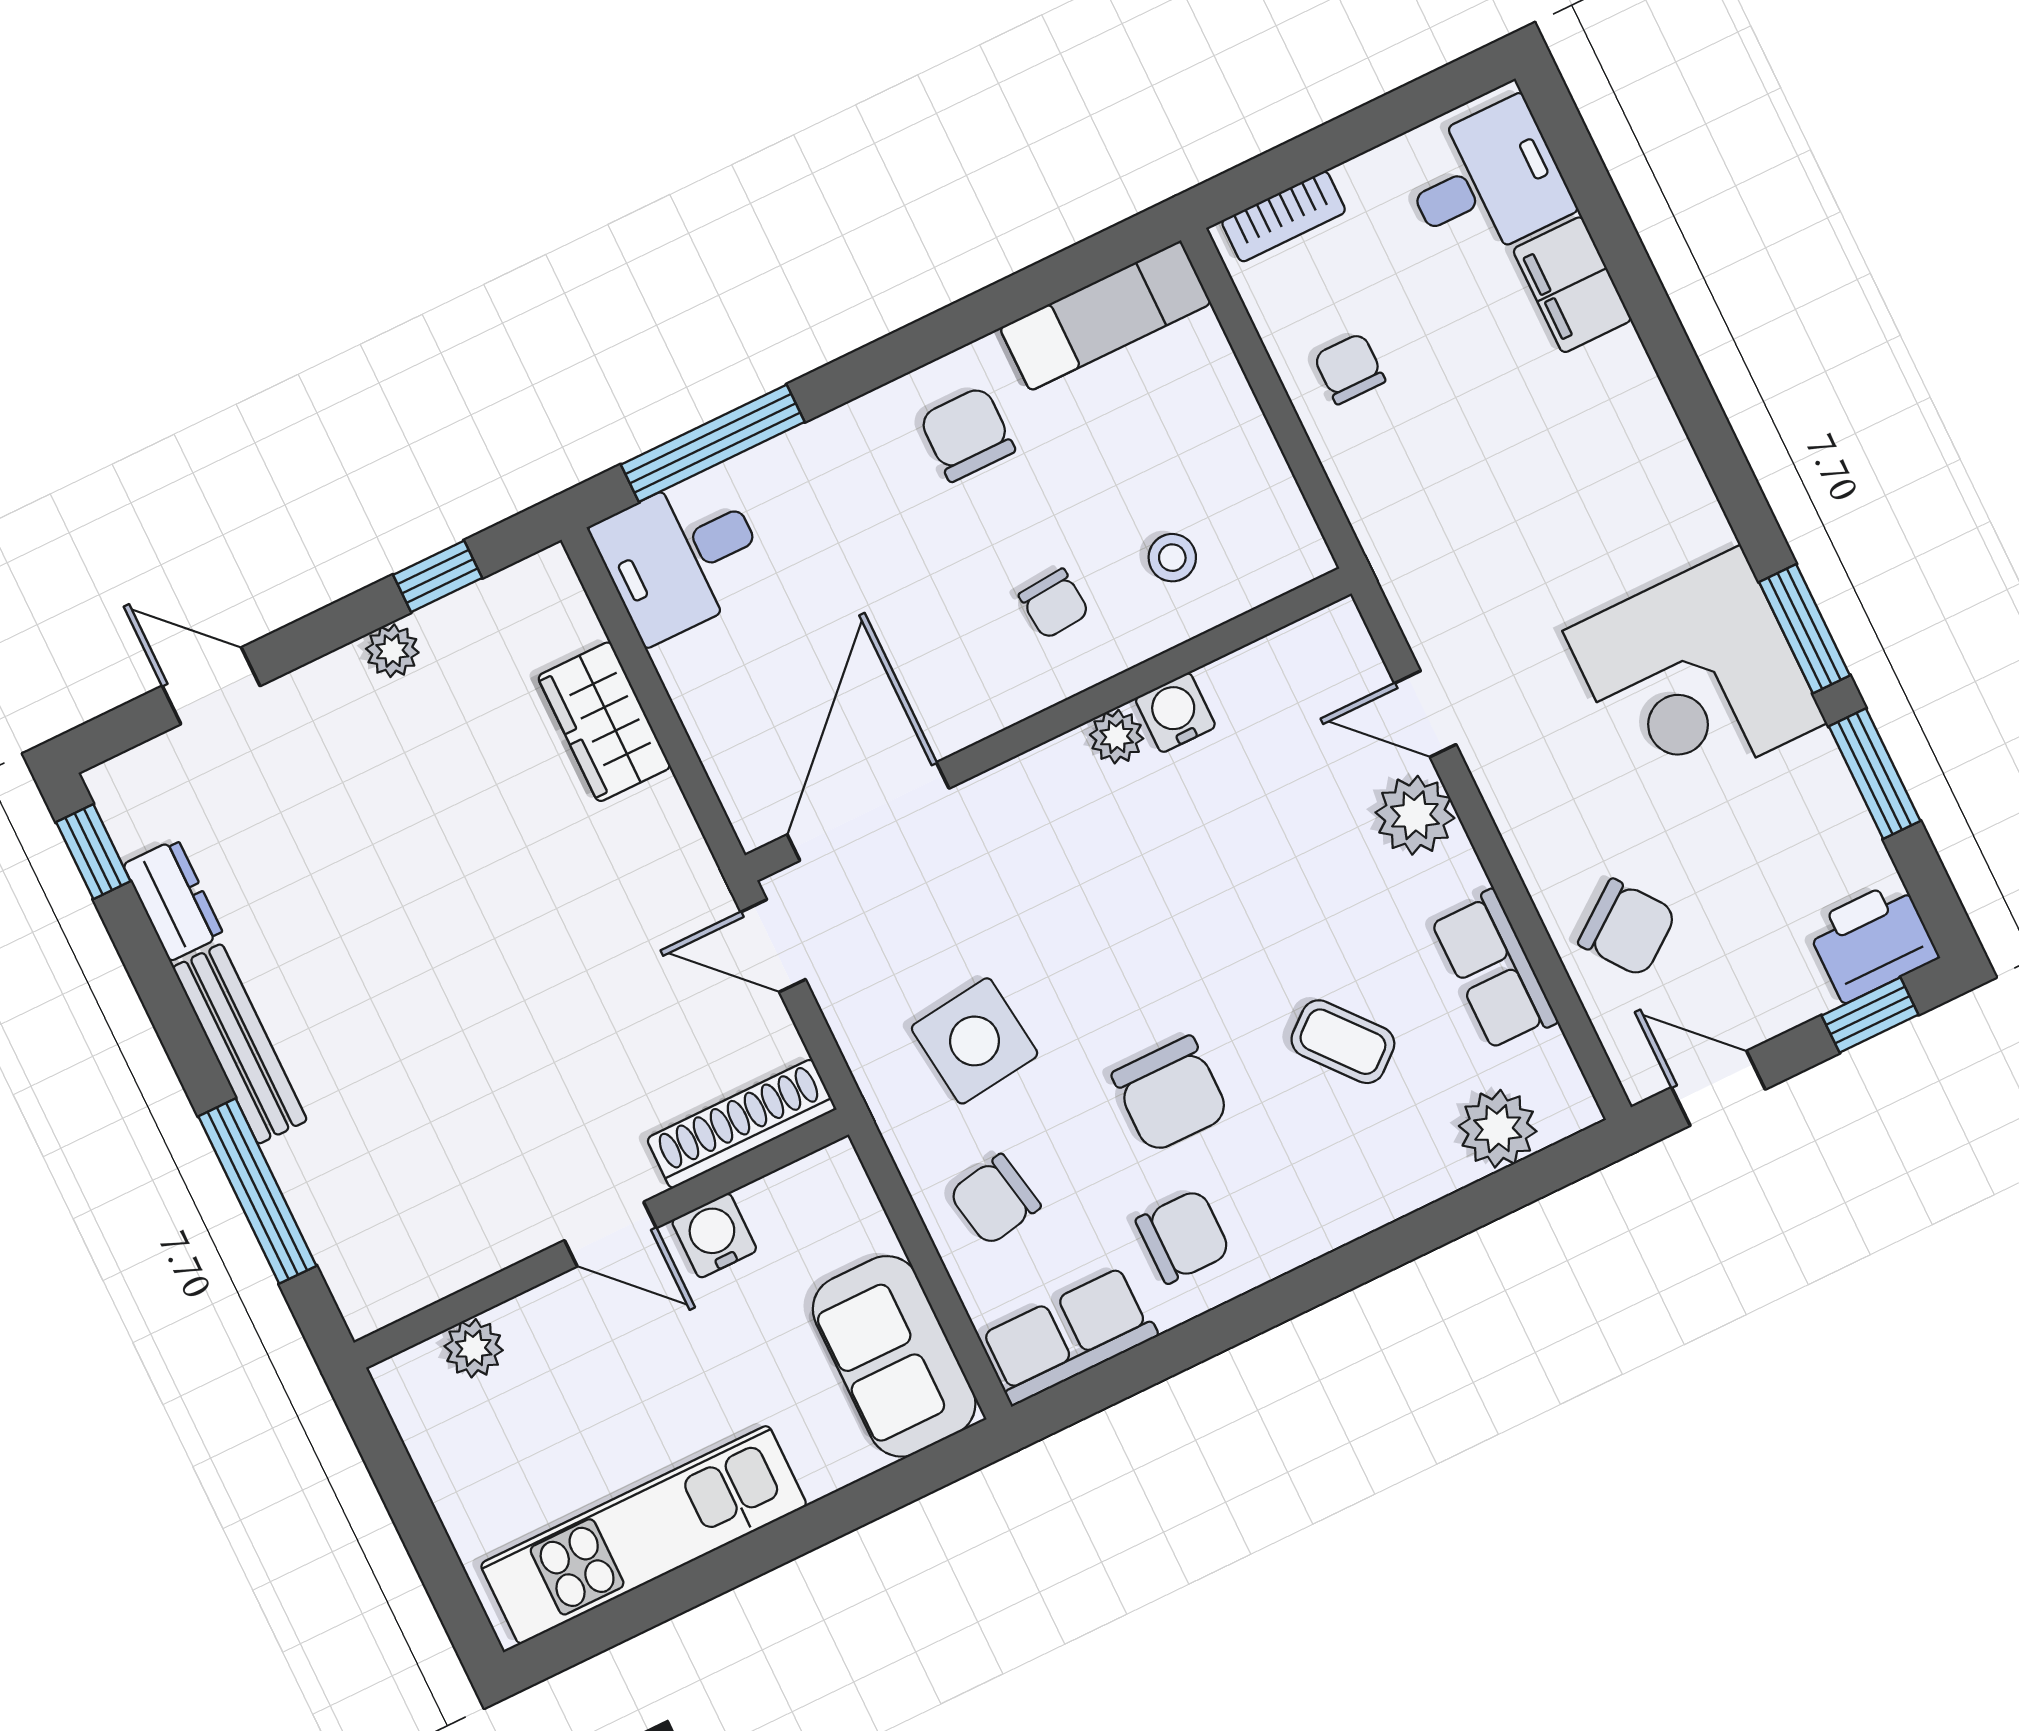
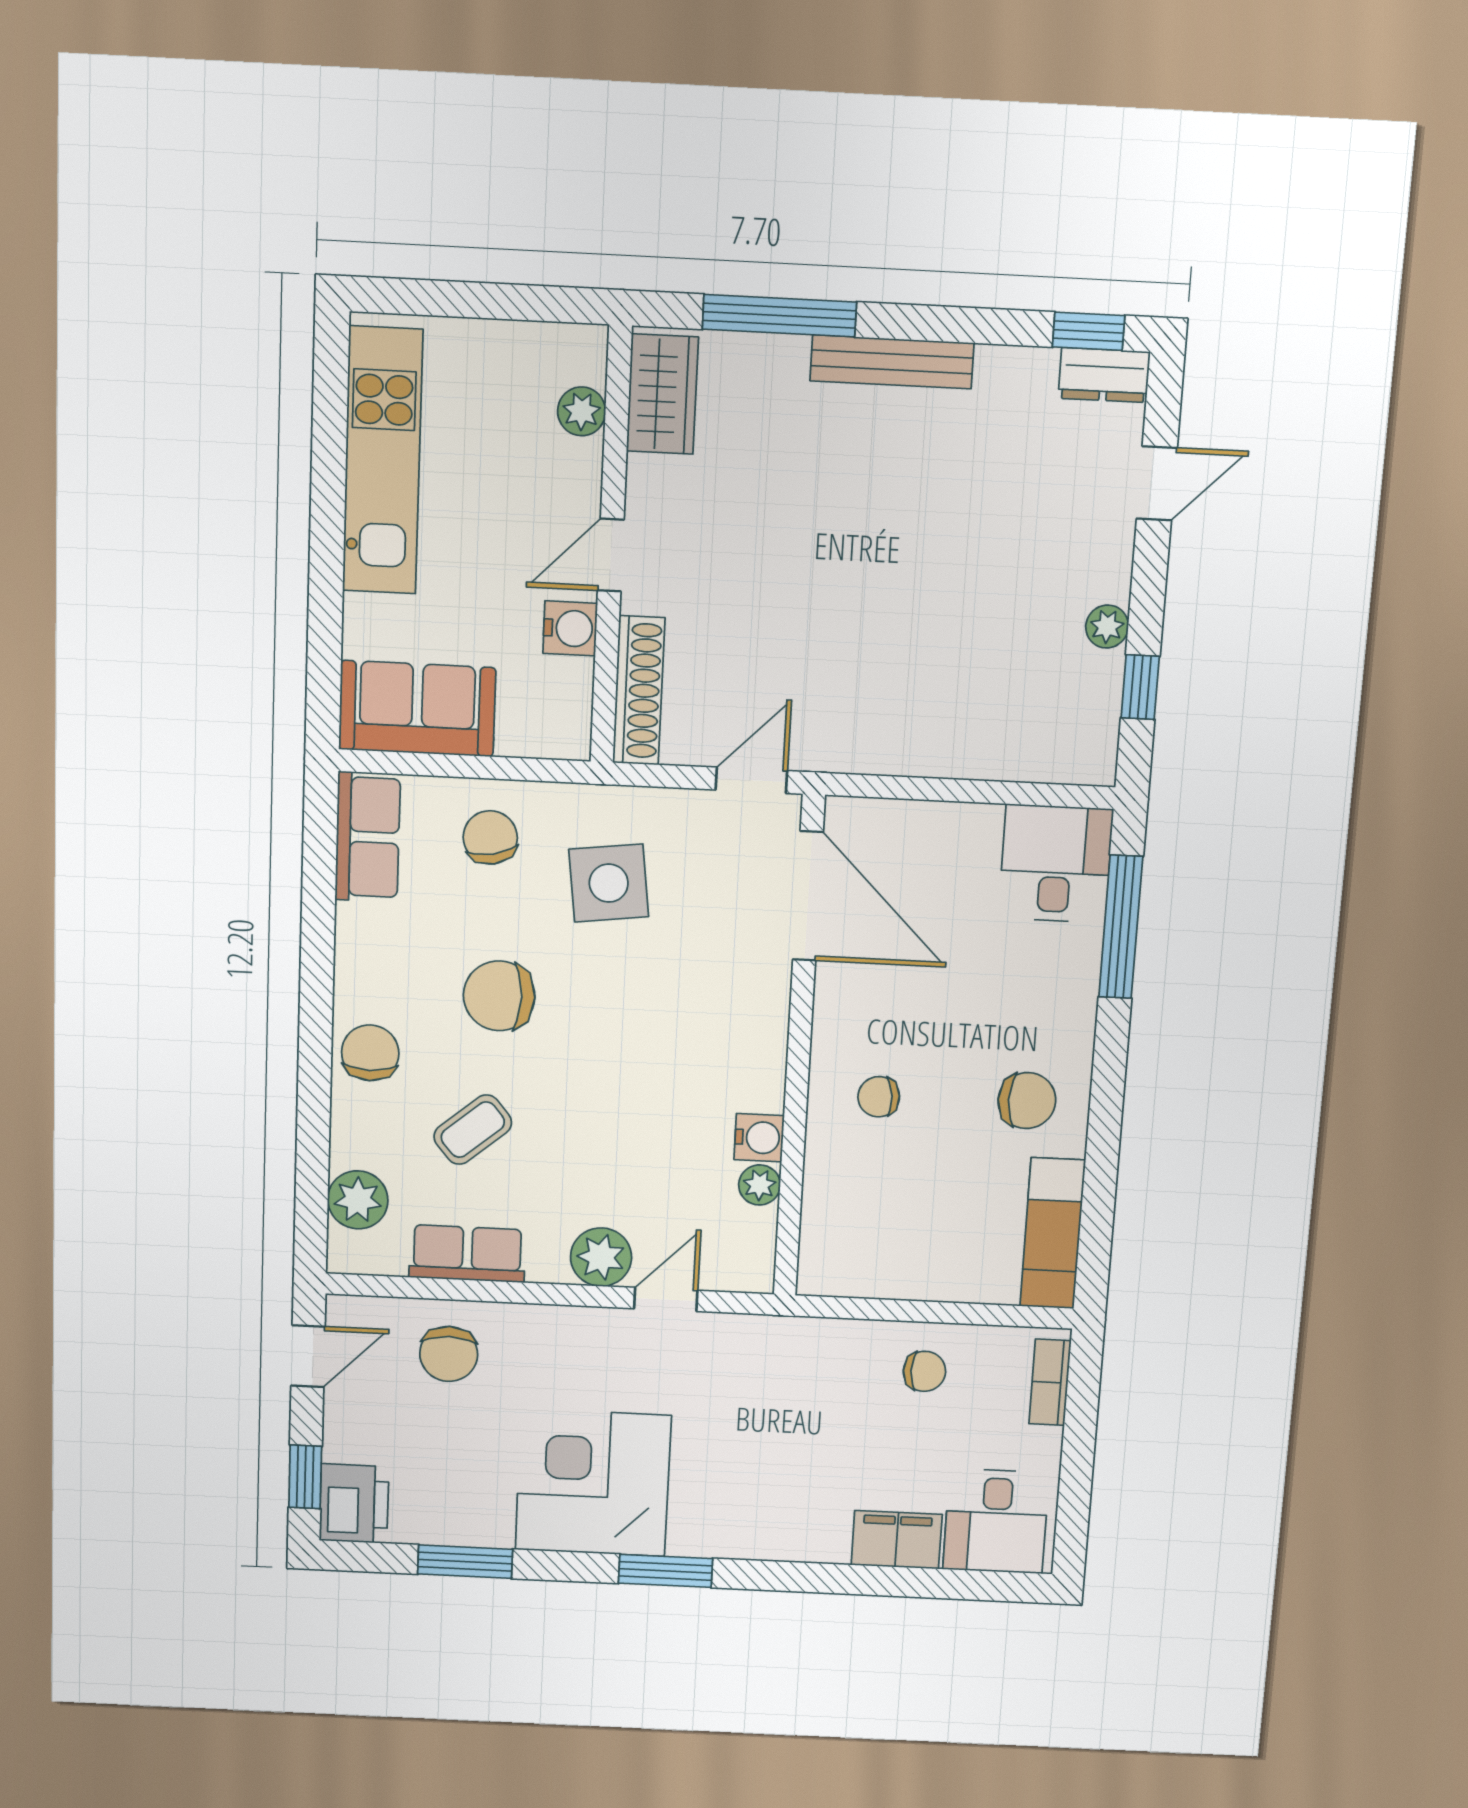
stool: (1172, 558) -> (865, 1191), removed
window: (1805, 629) -> (666, 1571), moved
wardrobe: (604, 722) -> (662, 394), moved, turned 90
plant: (1117, 737) -> (759, 1185), moved
dresser: (173, 900) -> (1104, 375), moved
chair: (1627, 928) -> (449, 1354), turned -53
chair: (1183, 1236) -> (370, 1053), moved, turned 180

